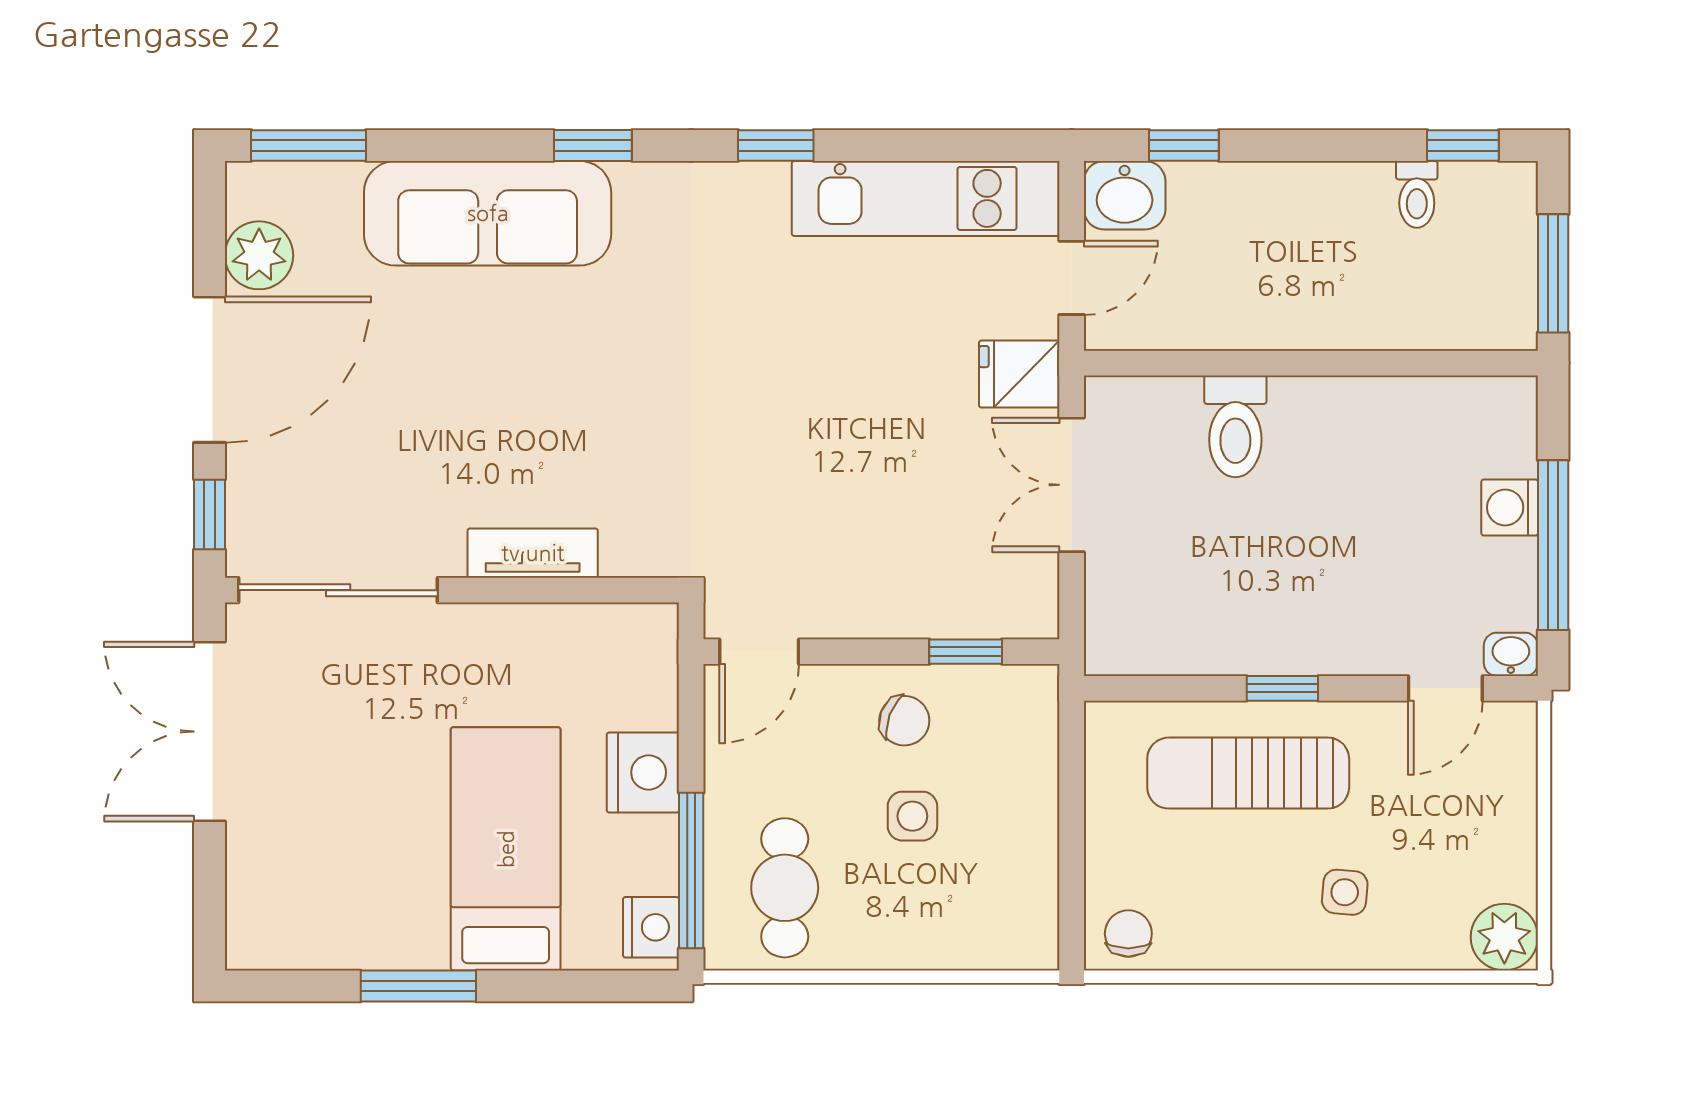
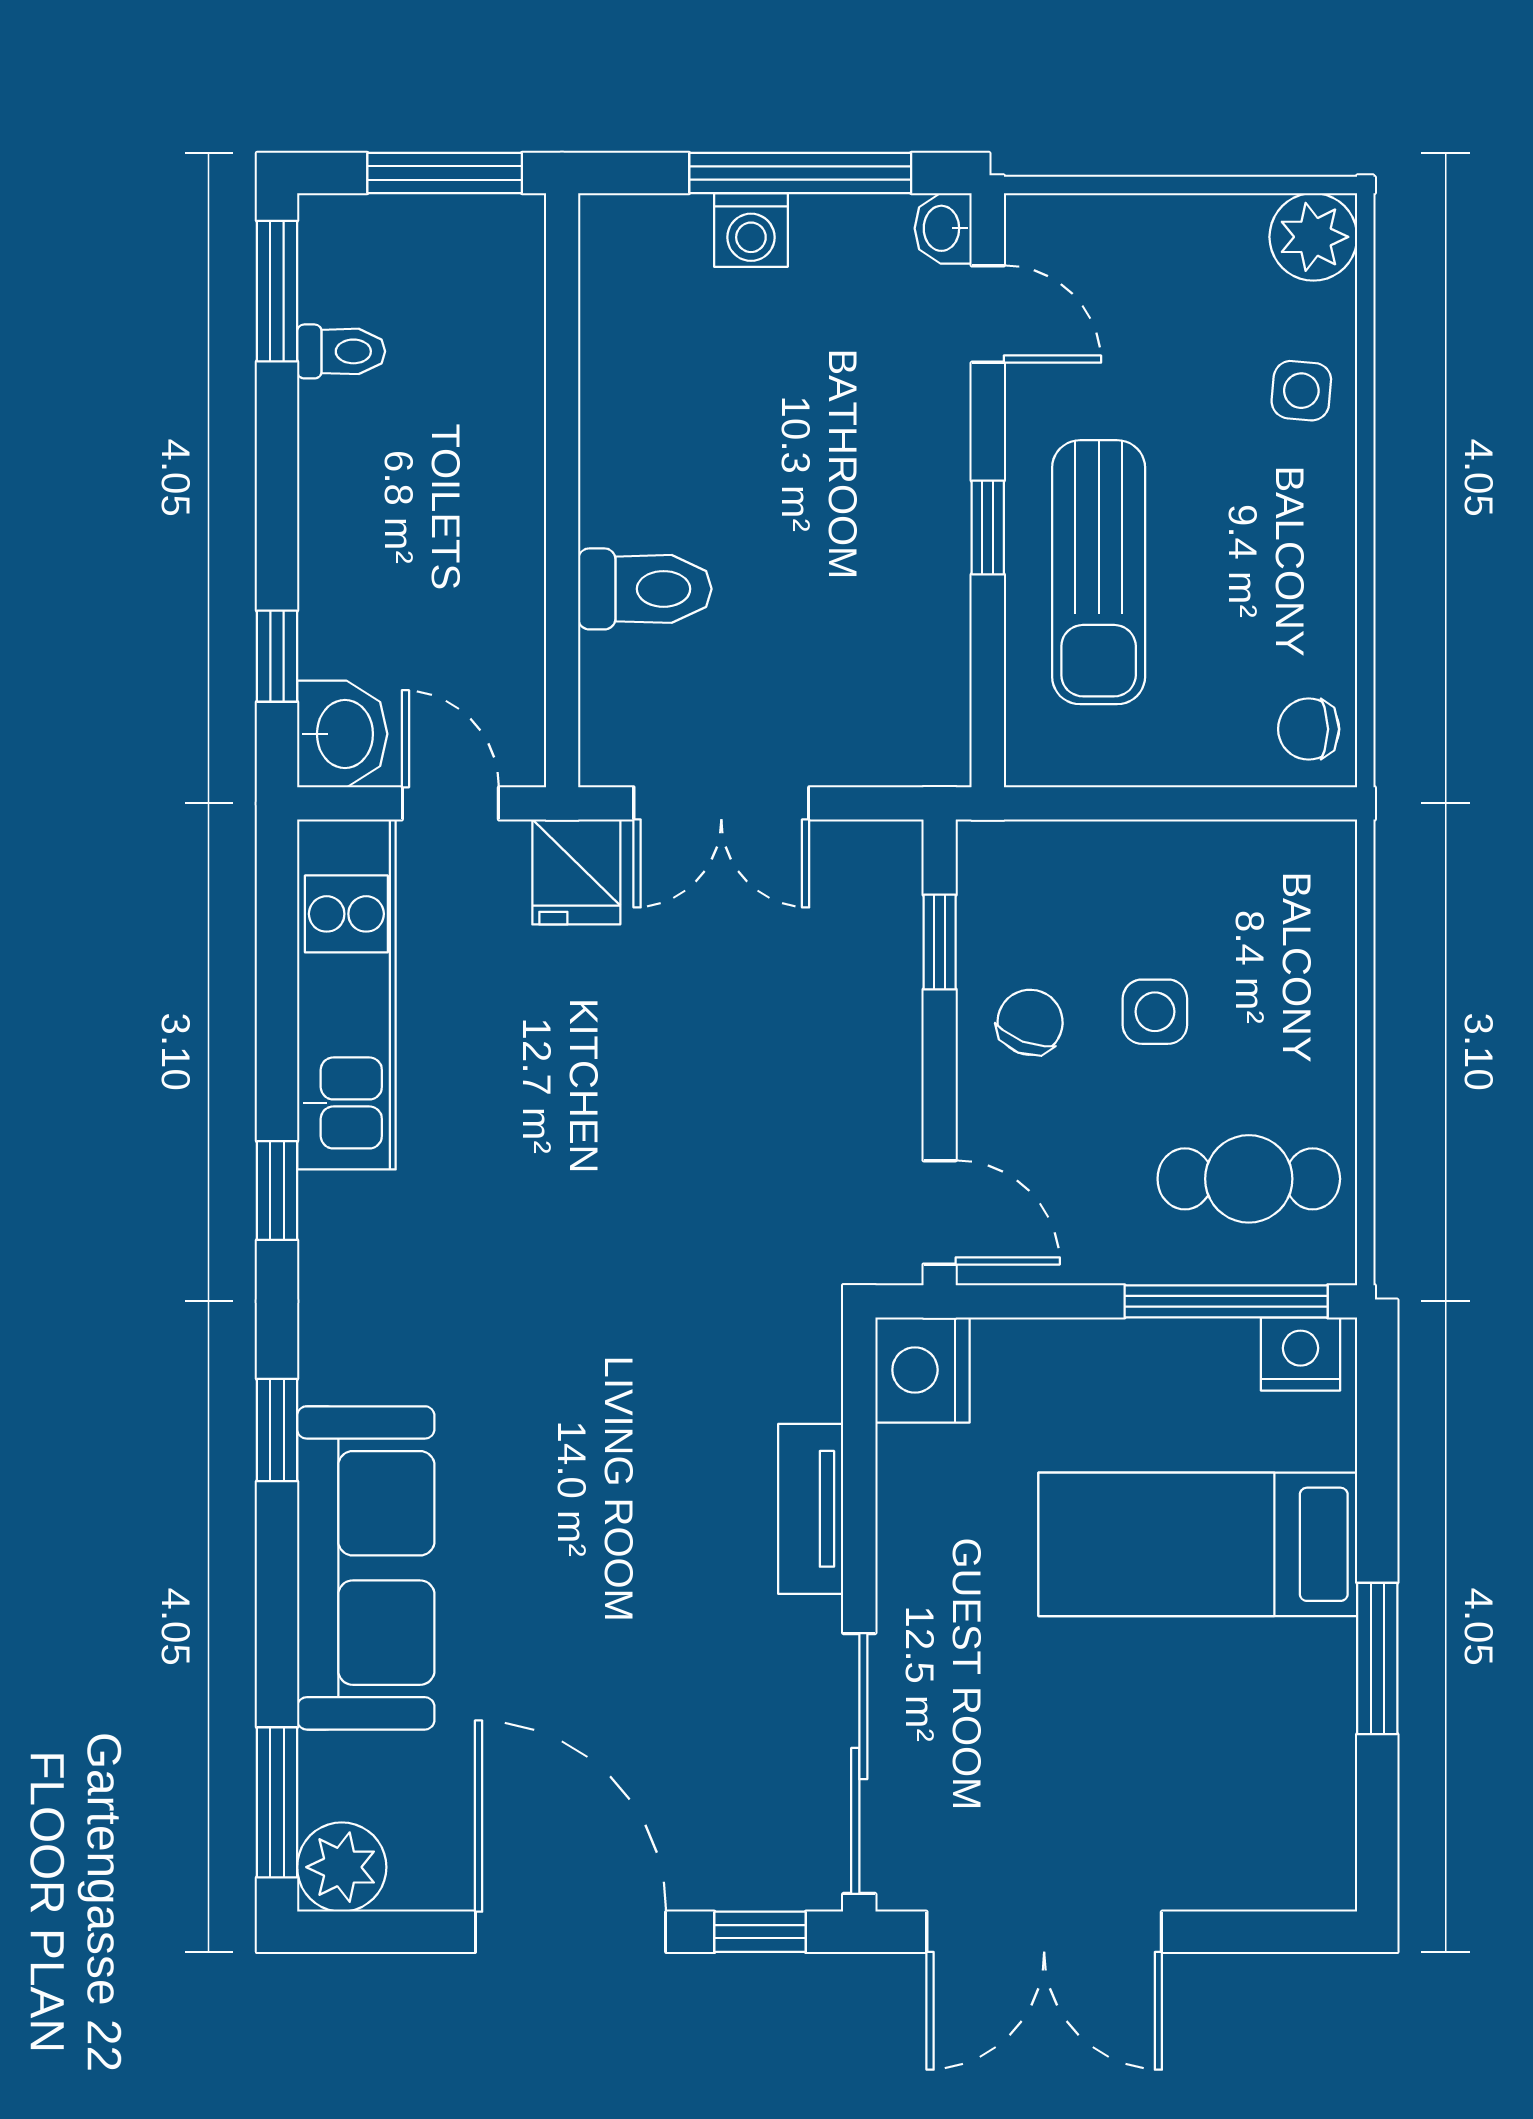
window: (1463, 145) -> (277, 291), width x1.50
plant: (259, 255) -> (342, 1867), moved
nightstand: (643, 772) -> (922, 1370), moved, turned -90
side table: (1345, 892) -> (1301, 391), moved

